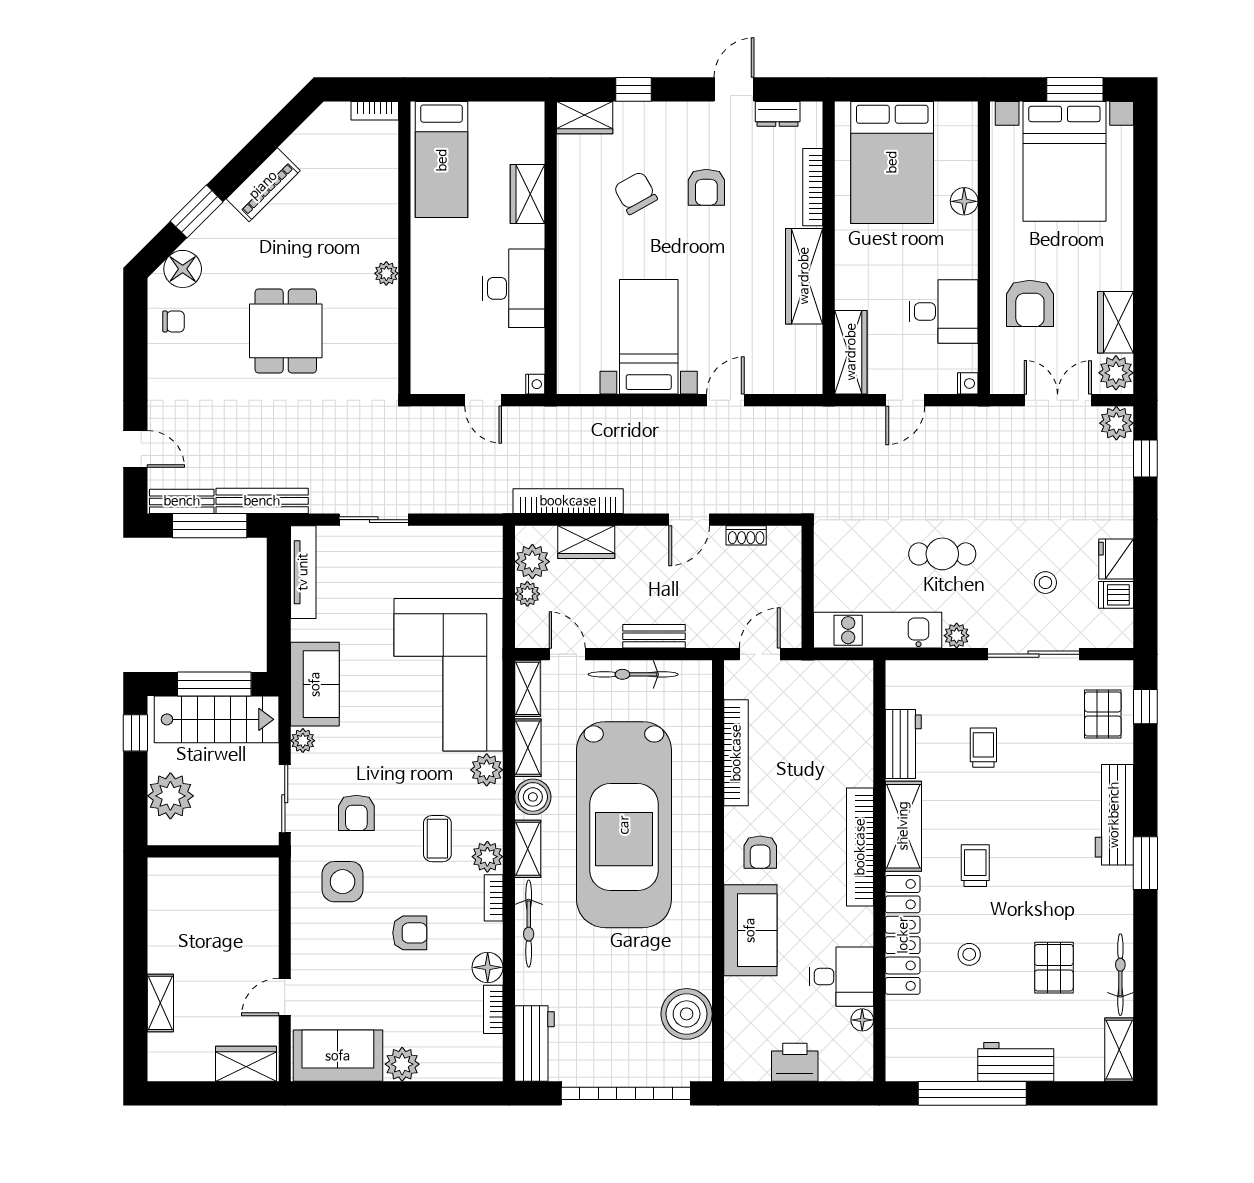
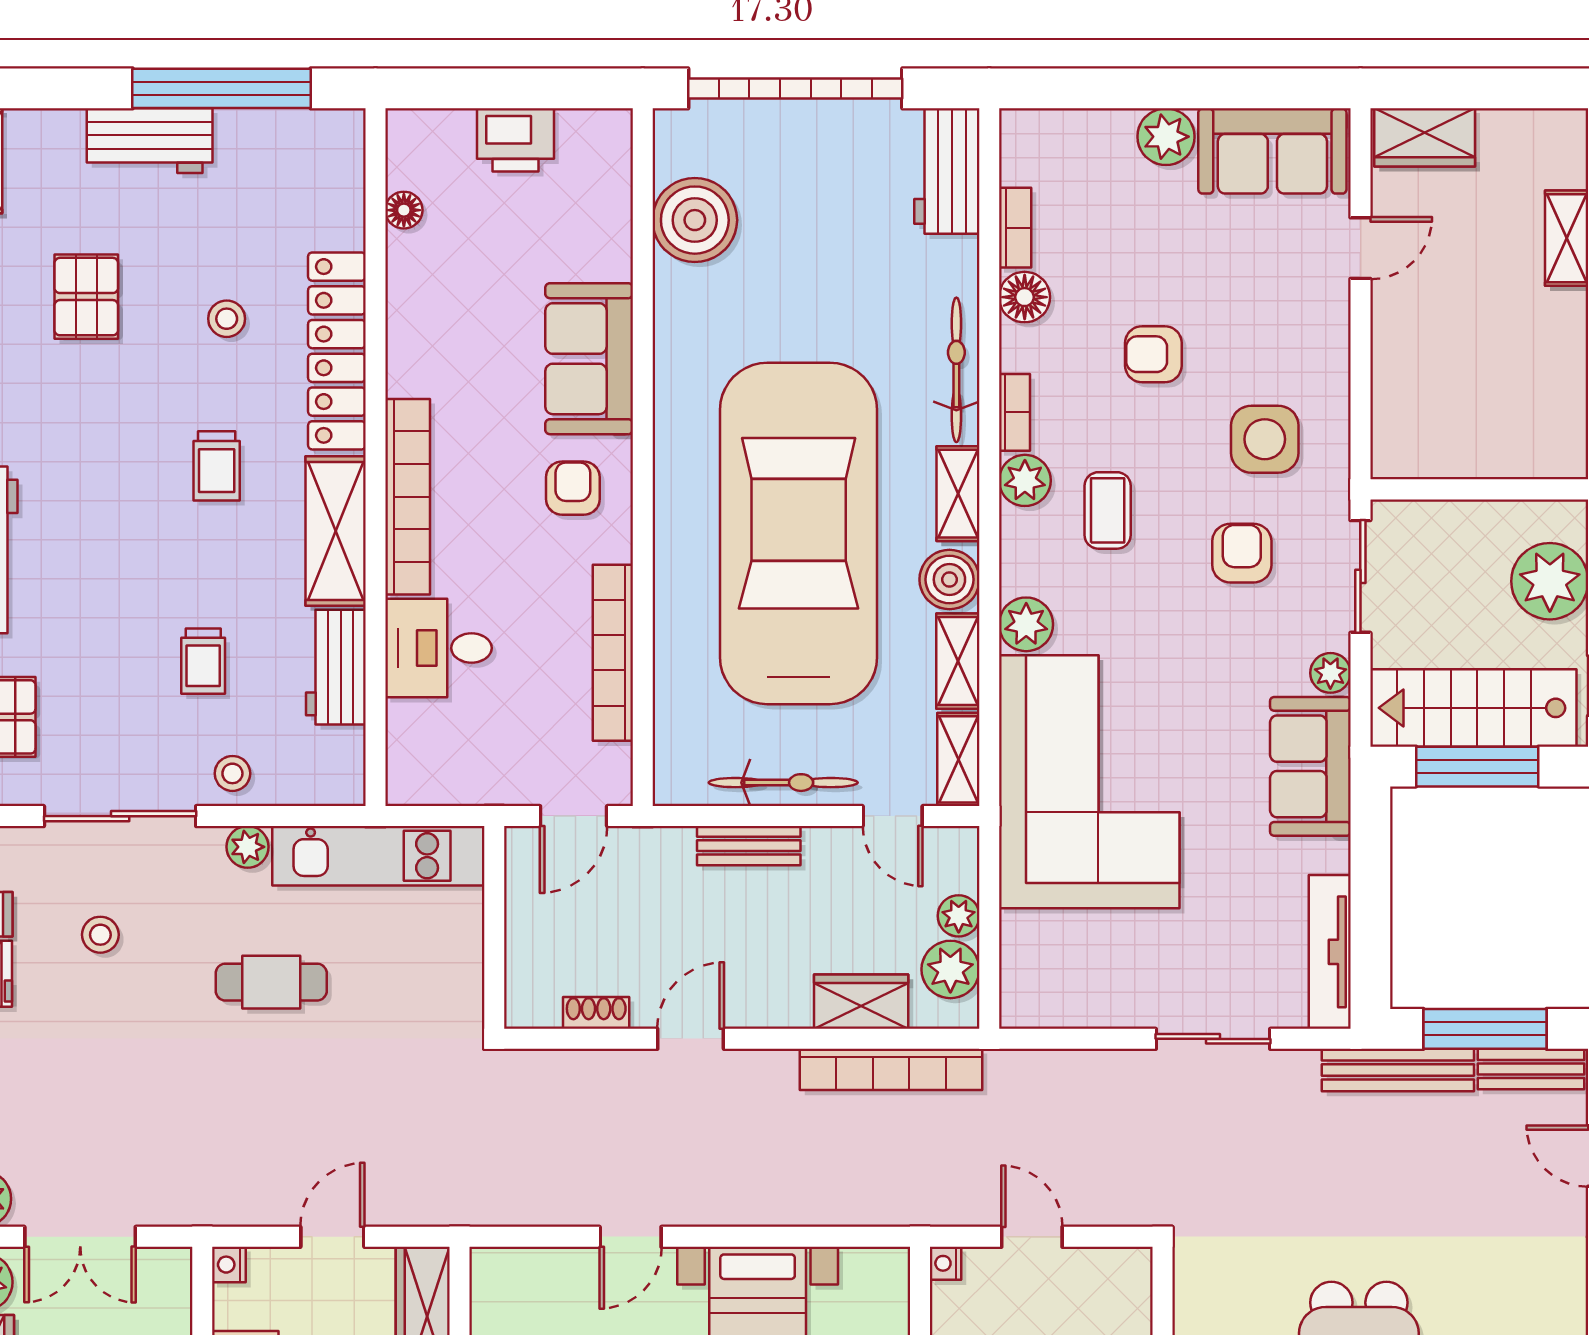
stool: (966, 680) -> (232, 773), added
desk: (841, 977) -> (439, 648), moved

